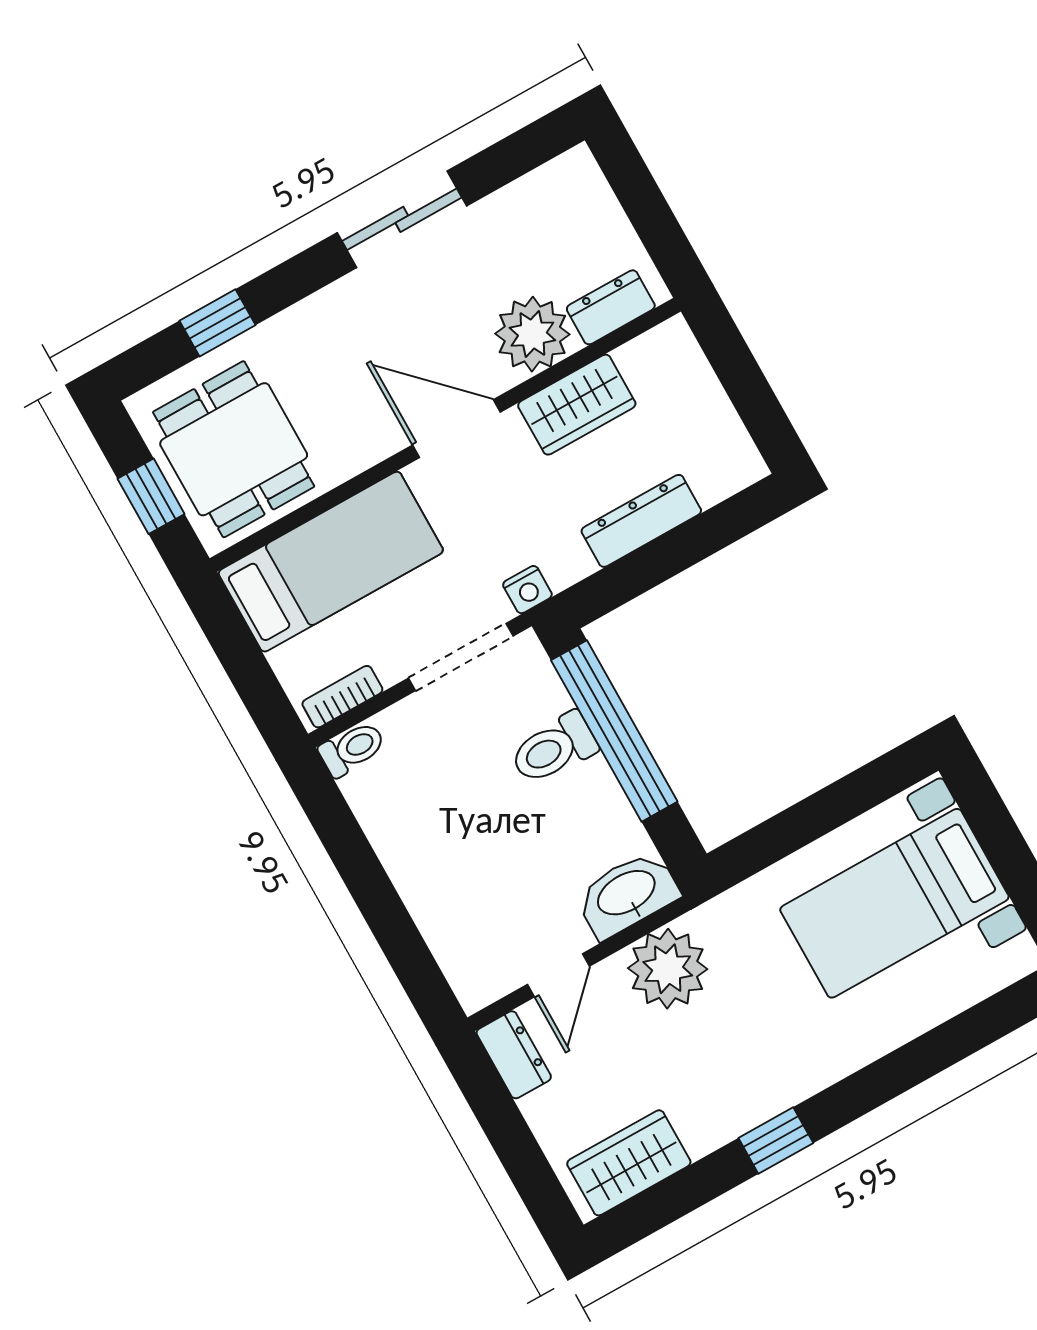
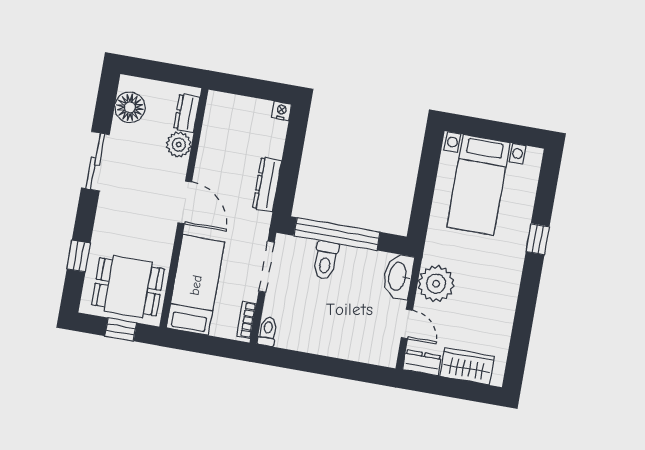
floor lamp: (541, 203) -> (130, 107), added
plant: (532, 334) -> (179, 145), width x0.73, depth x0.73
wardrobe: (577, 405) -> (211, 153), removed
door: (456, 429) -> (185, 202), swing flipped
dresser: (641, 521) -> (267, 185), moved
nightstand: (527, 590) -> (281, 111), moved, turned -90
window: (776, 1141) -> (538, 239), moved
wardrobe: (629, 1163) -> (467, 366), moved, turned 90

